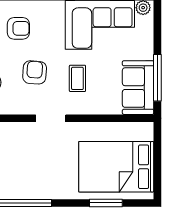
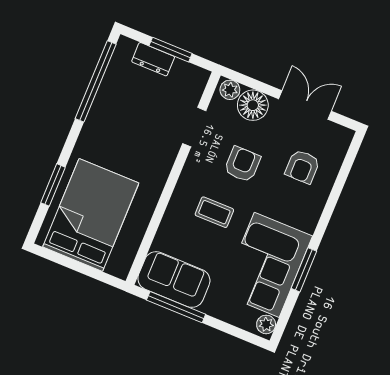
armchair: (35, 72) -> (242, 164), turned -94
doorway: (51, 118) -> (194, 127), moved

